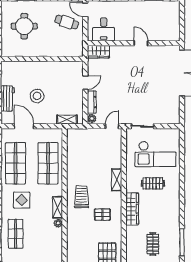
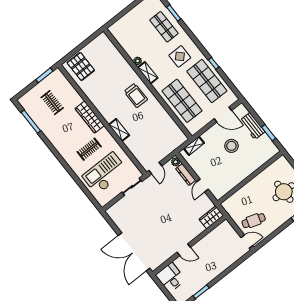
desk: (104, 29) -> (171, 277), moved
pallet: (102, 215) -> (109, 94), removed

